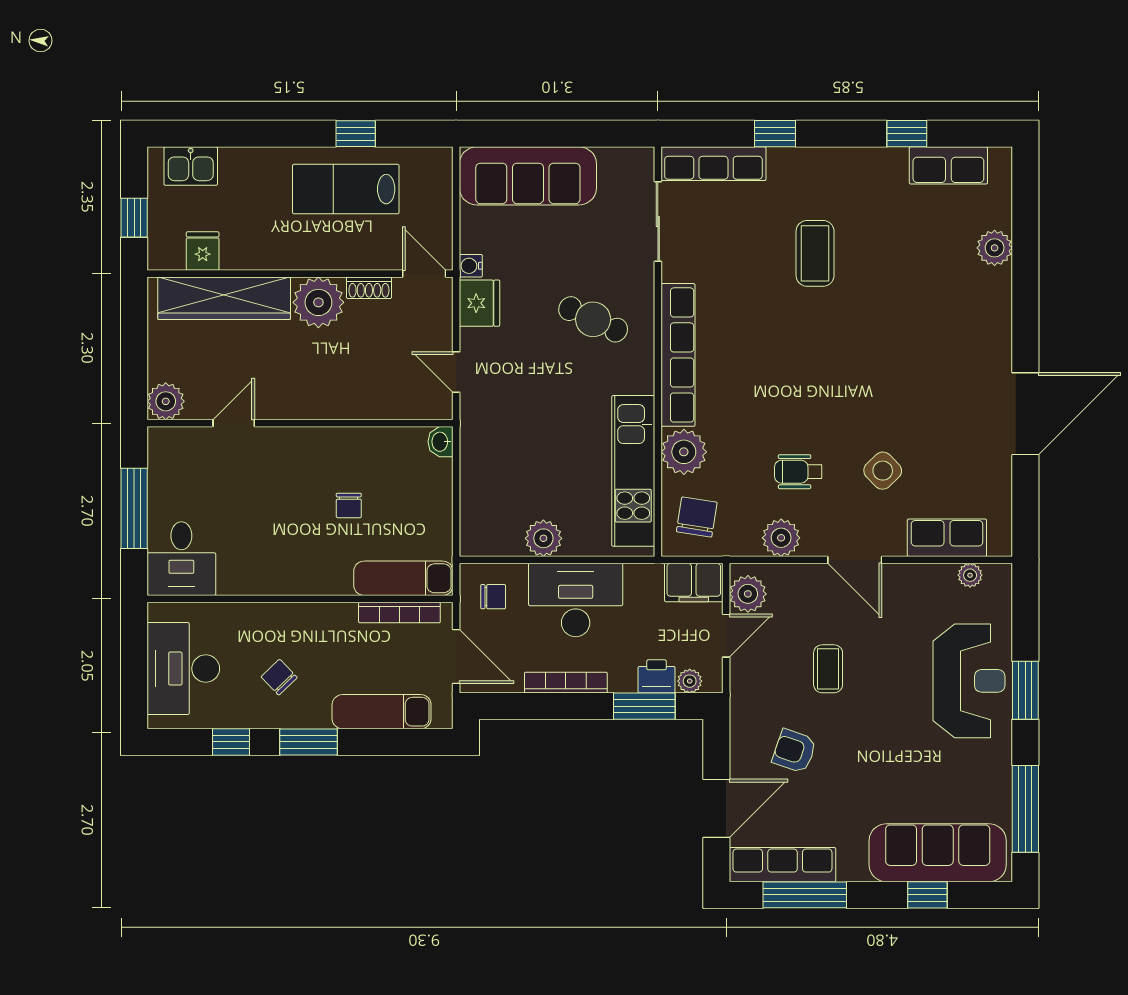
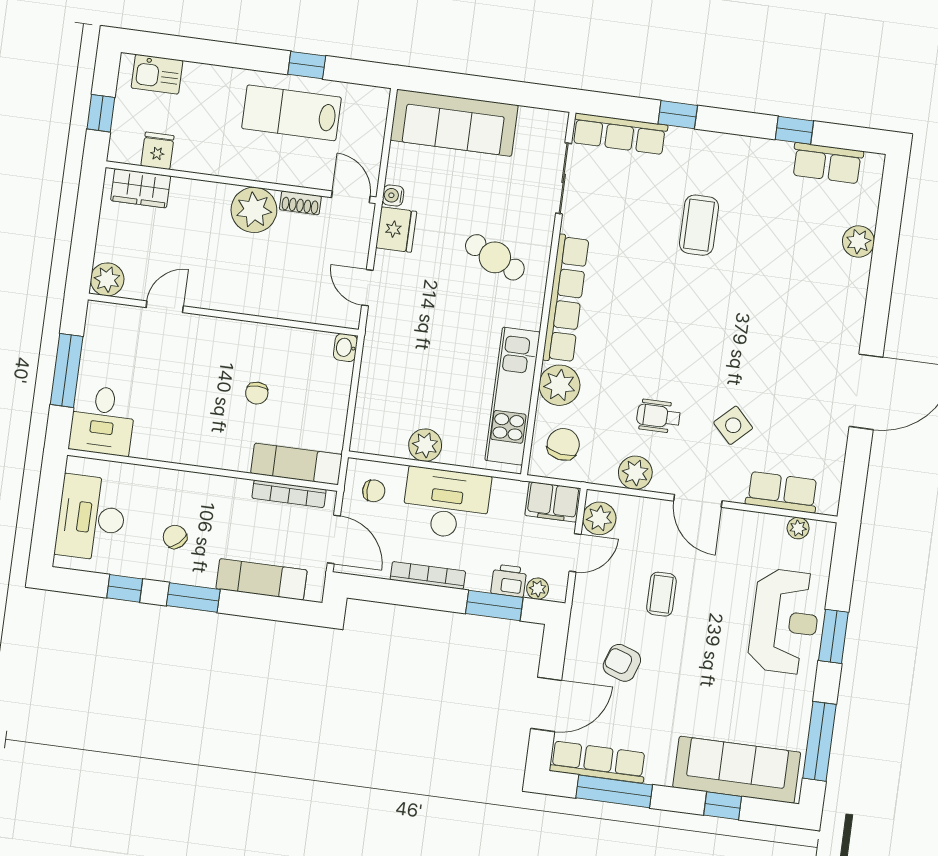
wardrobe: (224, 298) -> (141, 188), width x0.48, depth x0.85

